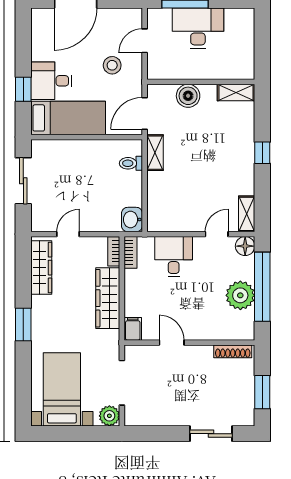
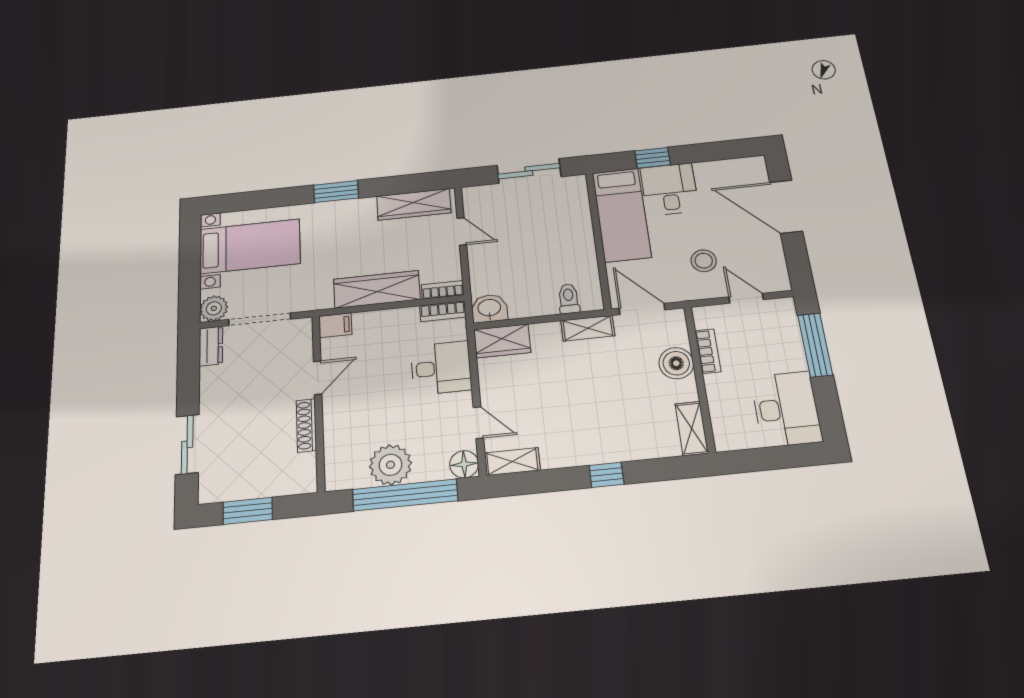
desk: (198, 28) -> (786, 409), moved
bookcase: (182, 73) -> (708, 351), added
wardrobe: (158, 213) -> (502, 341), added
shoe rack: (233, 351) -> (306, 425), moved
dresser: (139, 418) -> (211, 346), added

